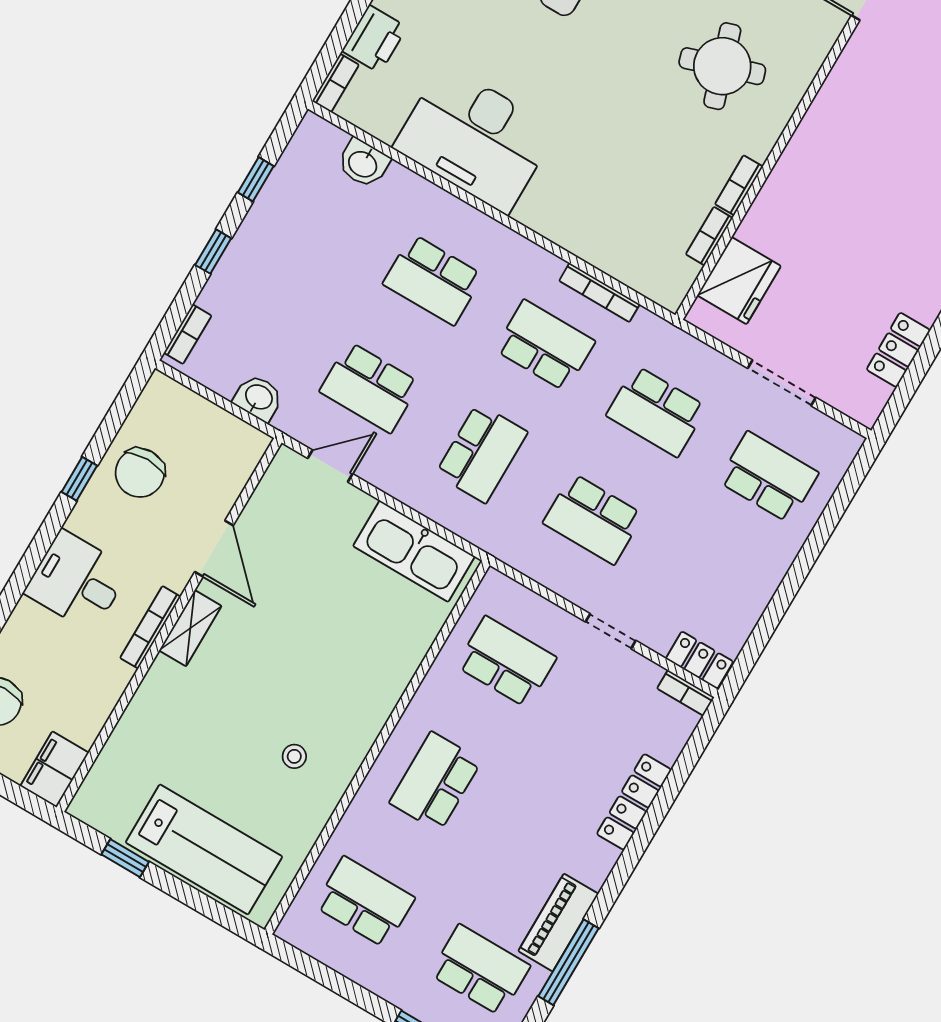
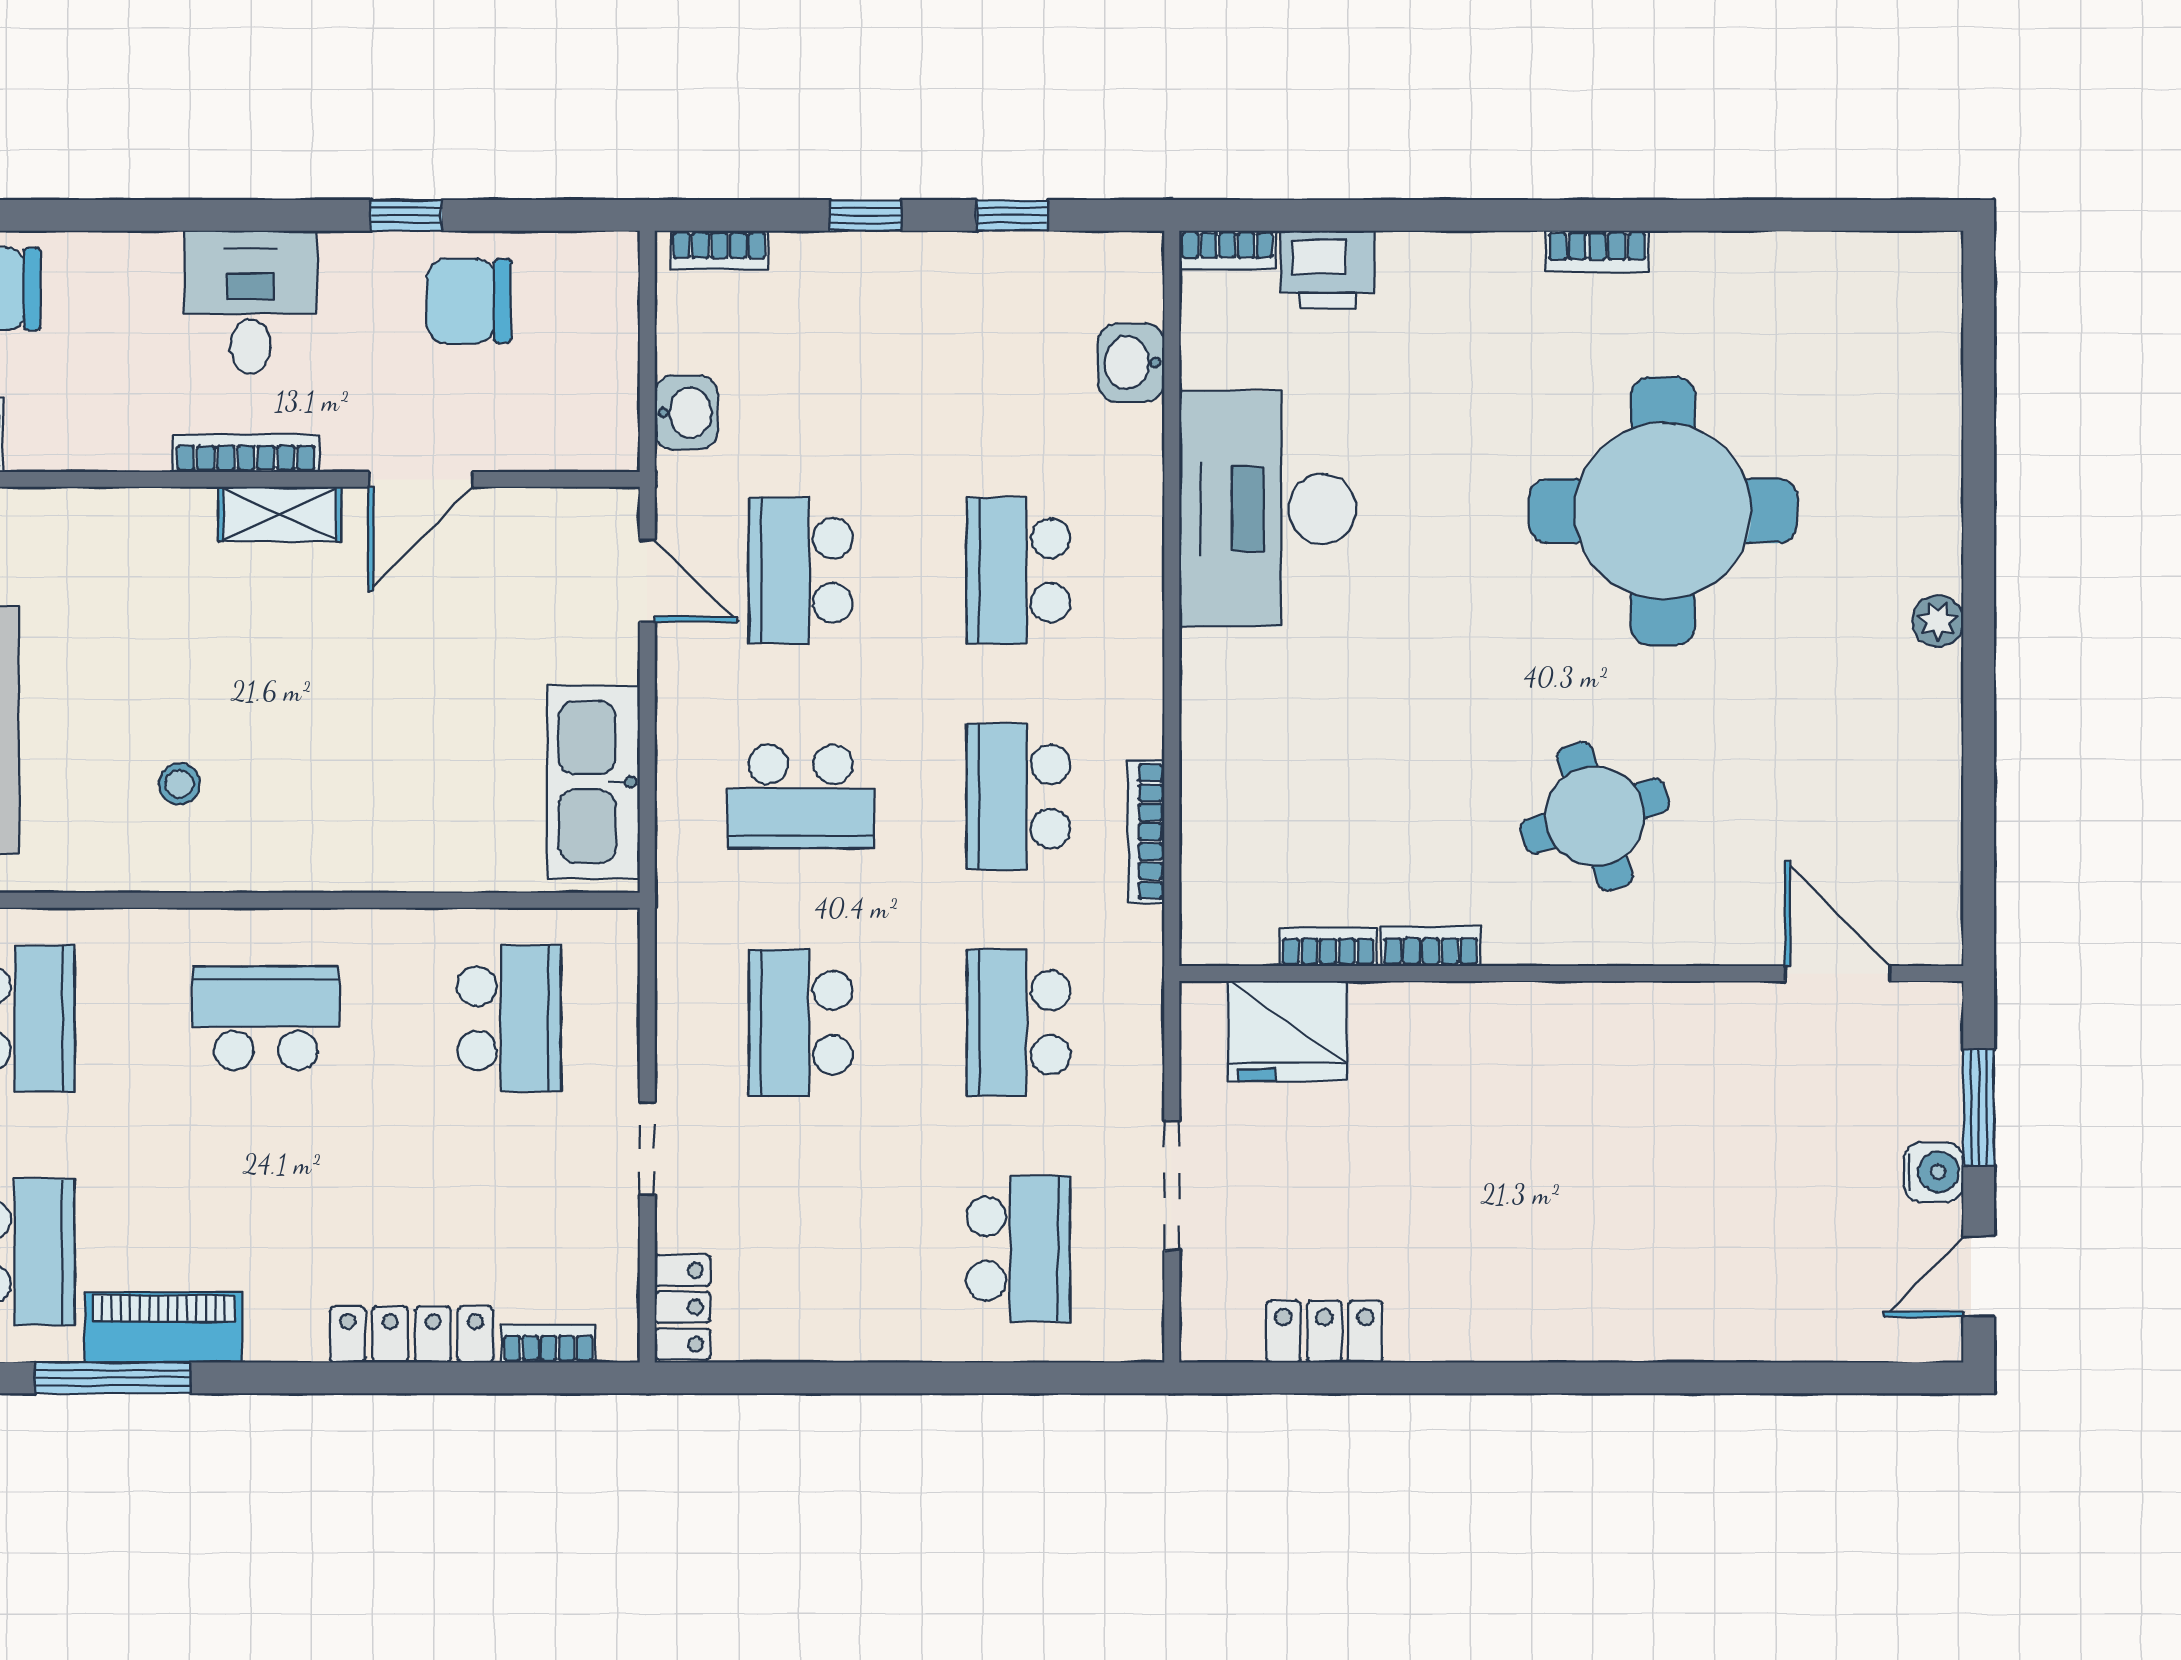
school desk: (545, 345) -> (1018, 797), turned 180
bookcase: (686, 693) -> (549, 1344), moved, turned 90

